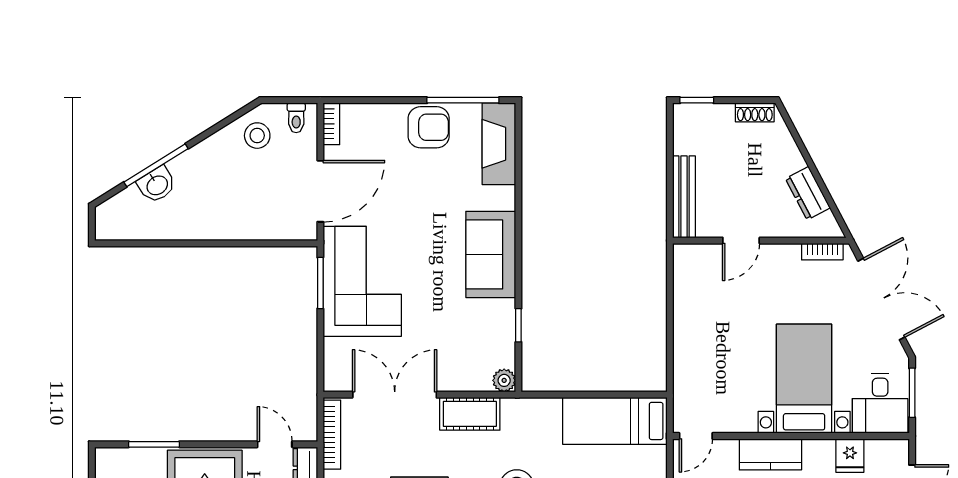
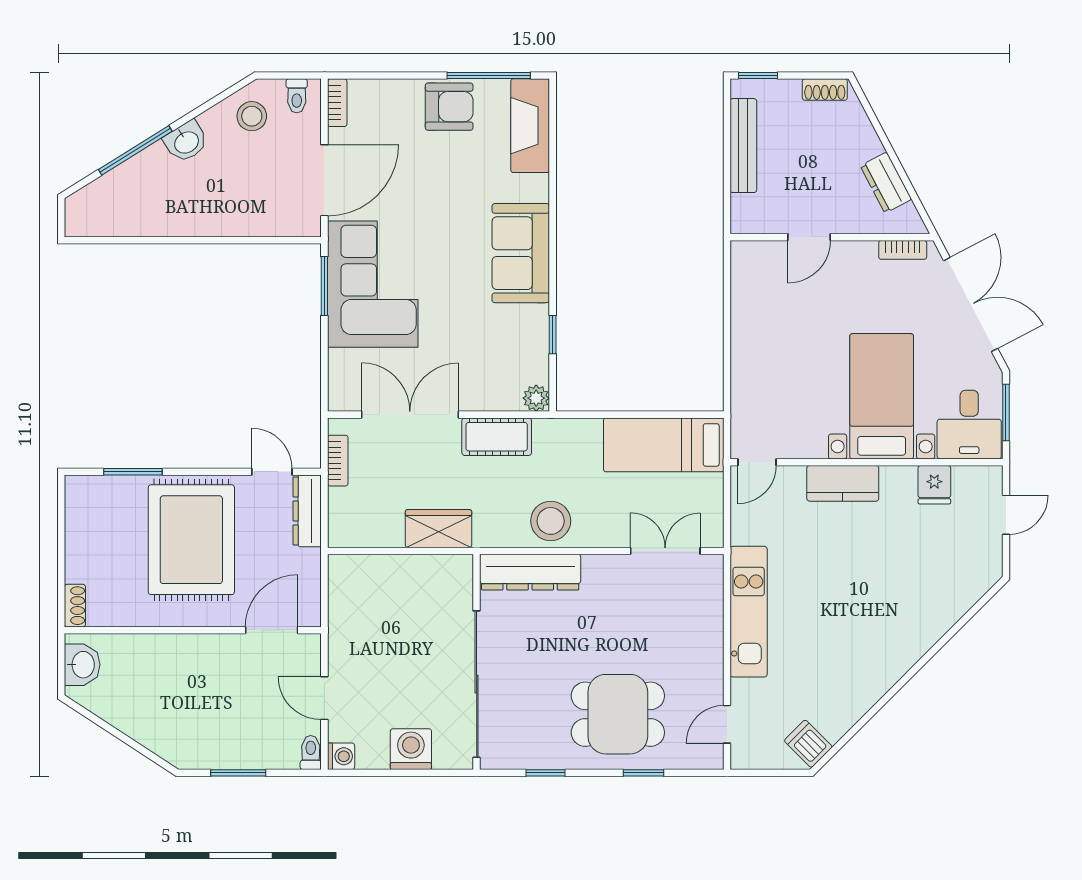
washbasin: (157, 185) -> (186, 142), moved
bench: (684, 197) -> (743, 146), moved
bookcase: (332, 435) -> (338, 461), width x0.64

